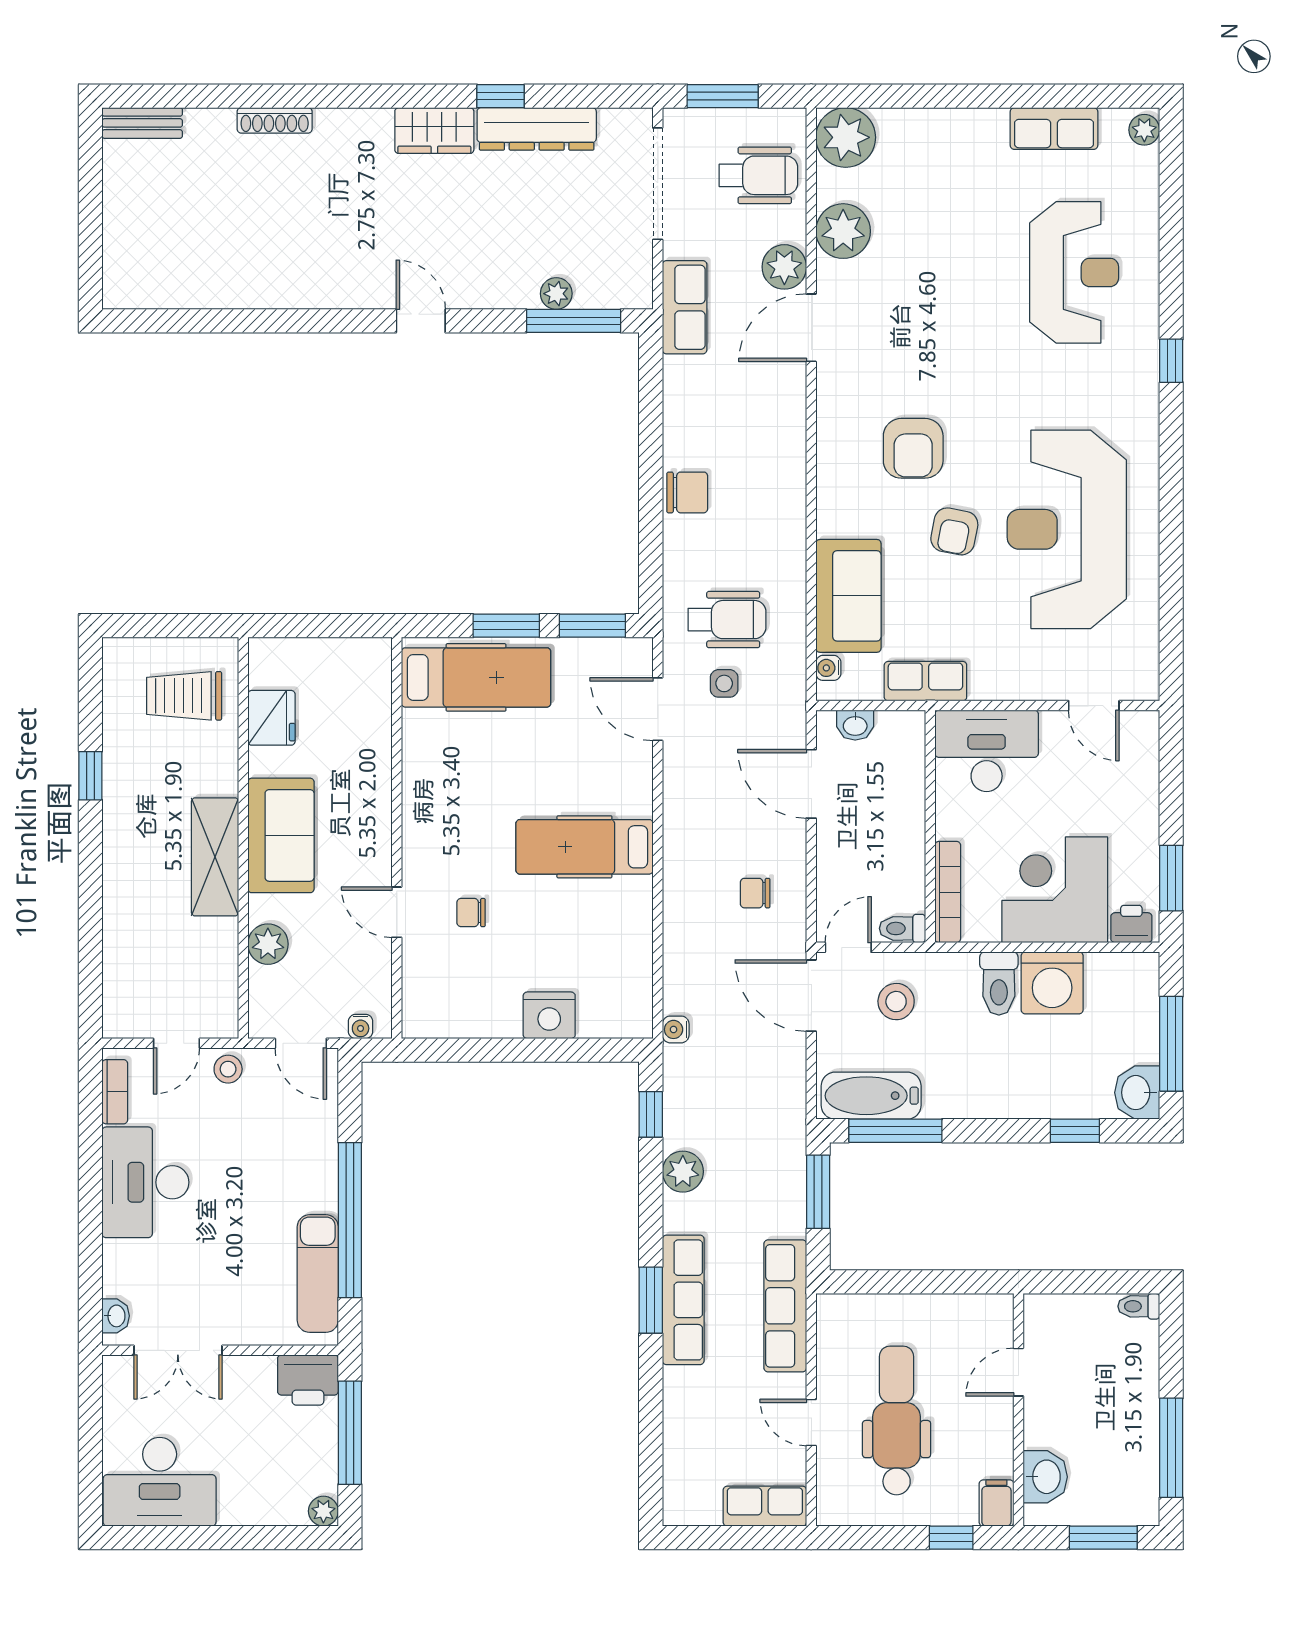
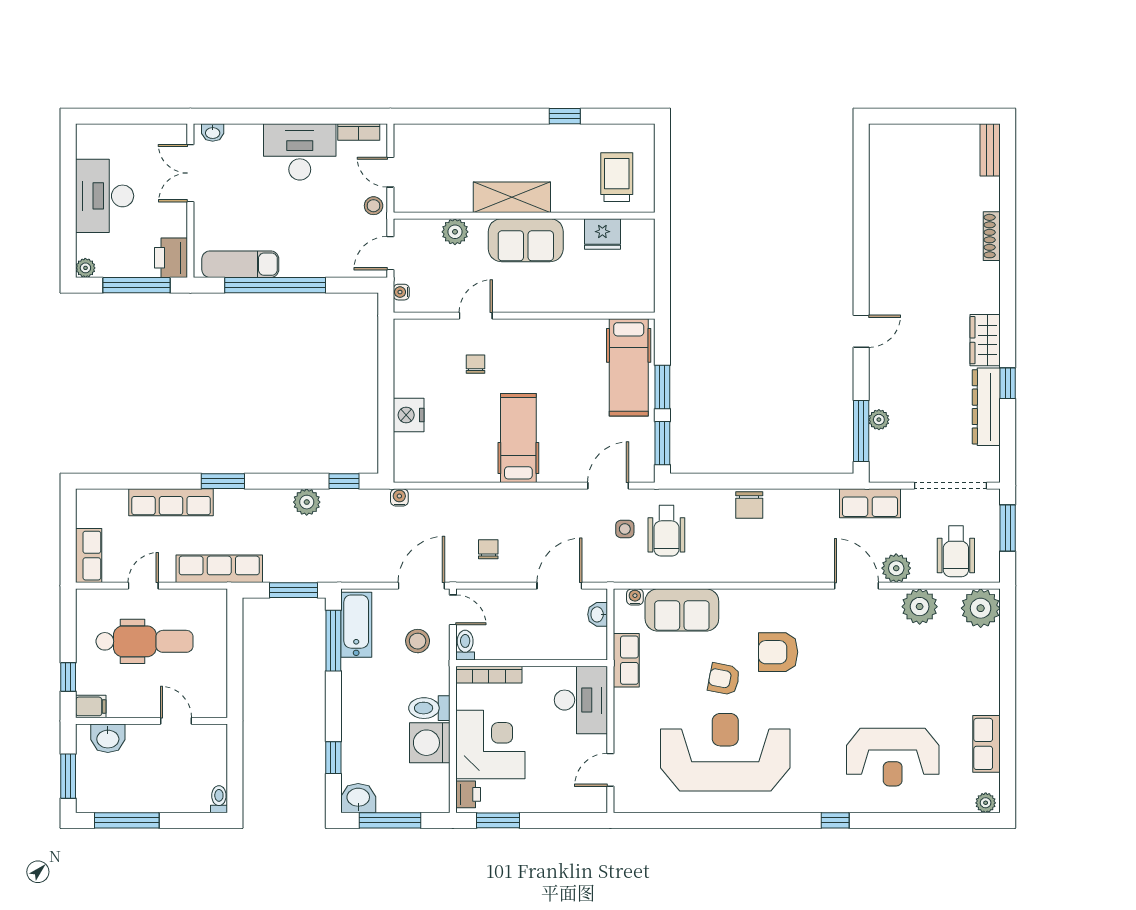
row of seats: (683, 1300) -> (171, 502), moved
desk: (160, 1482) -> (105, 196), moved

